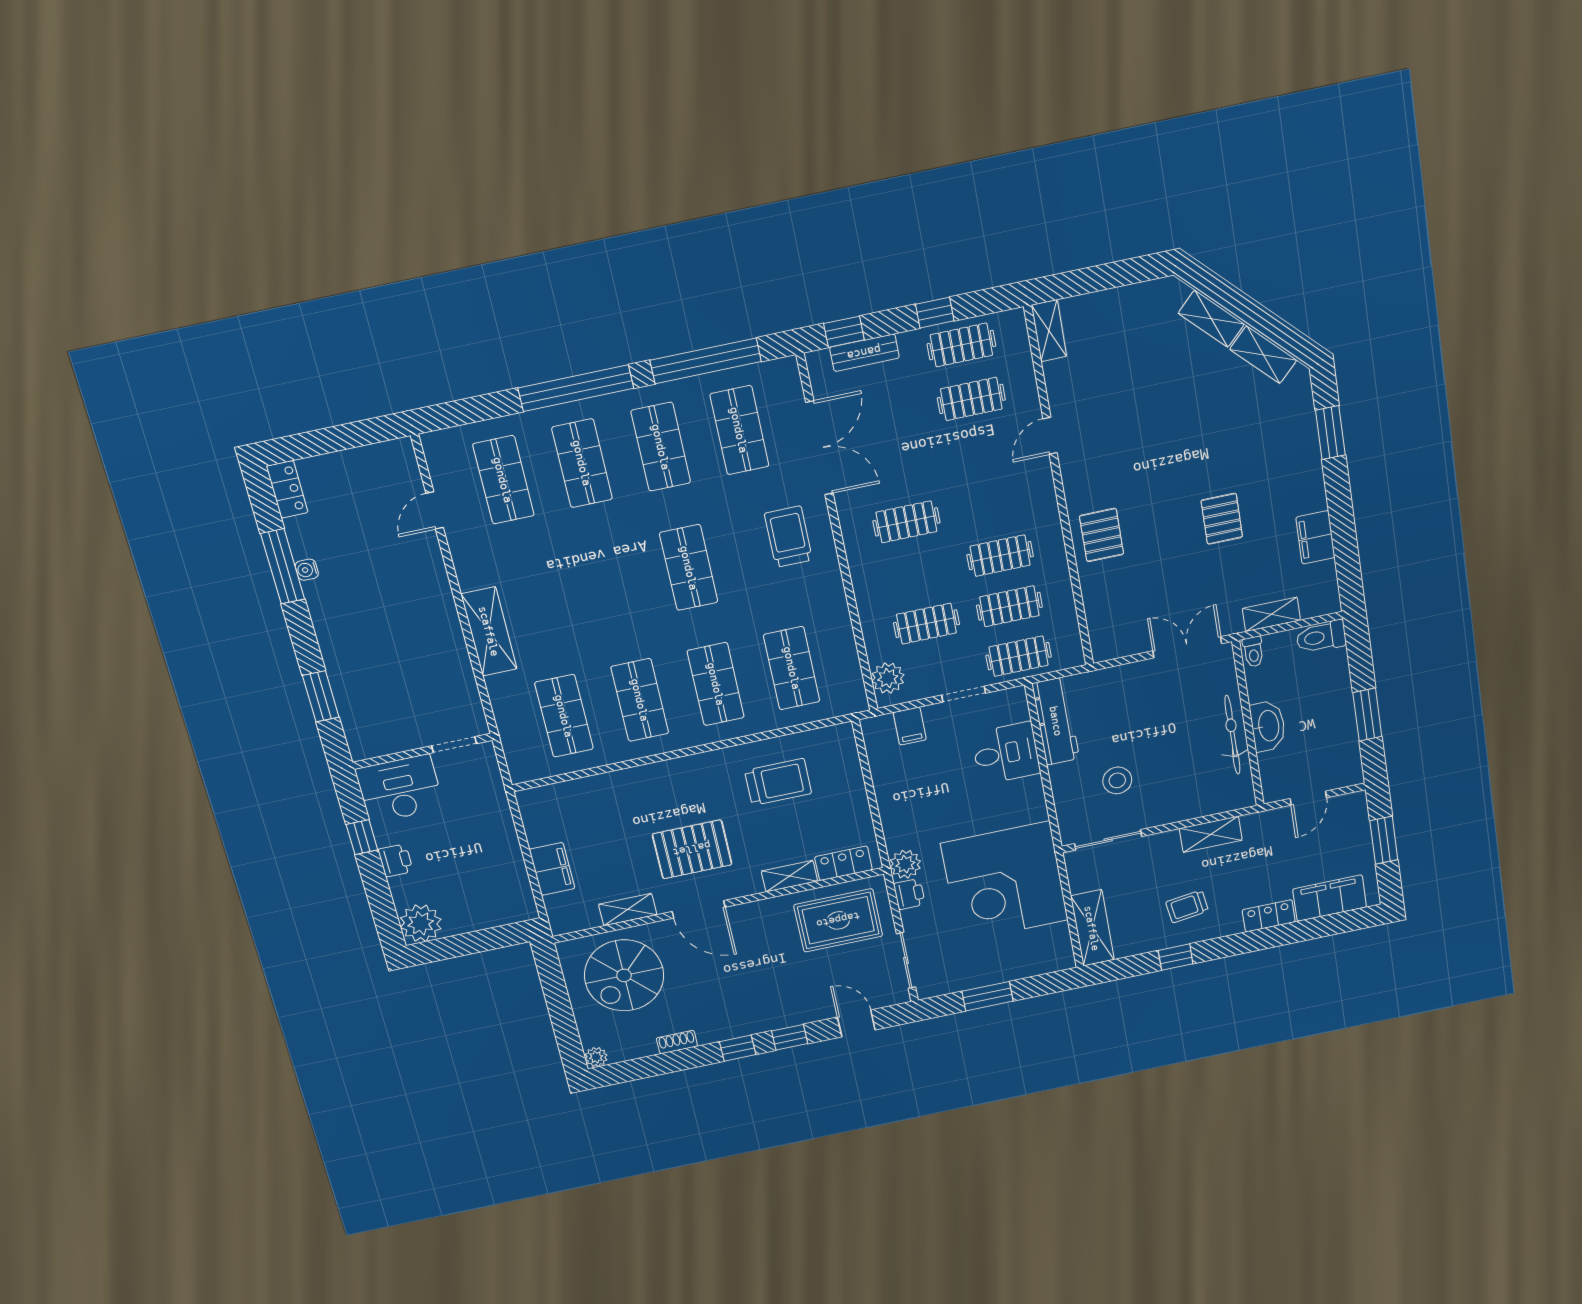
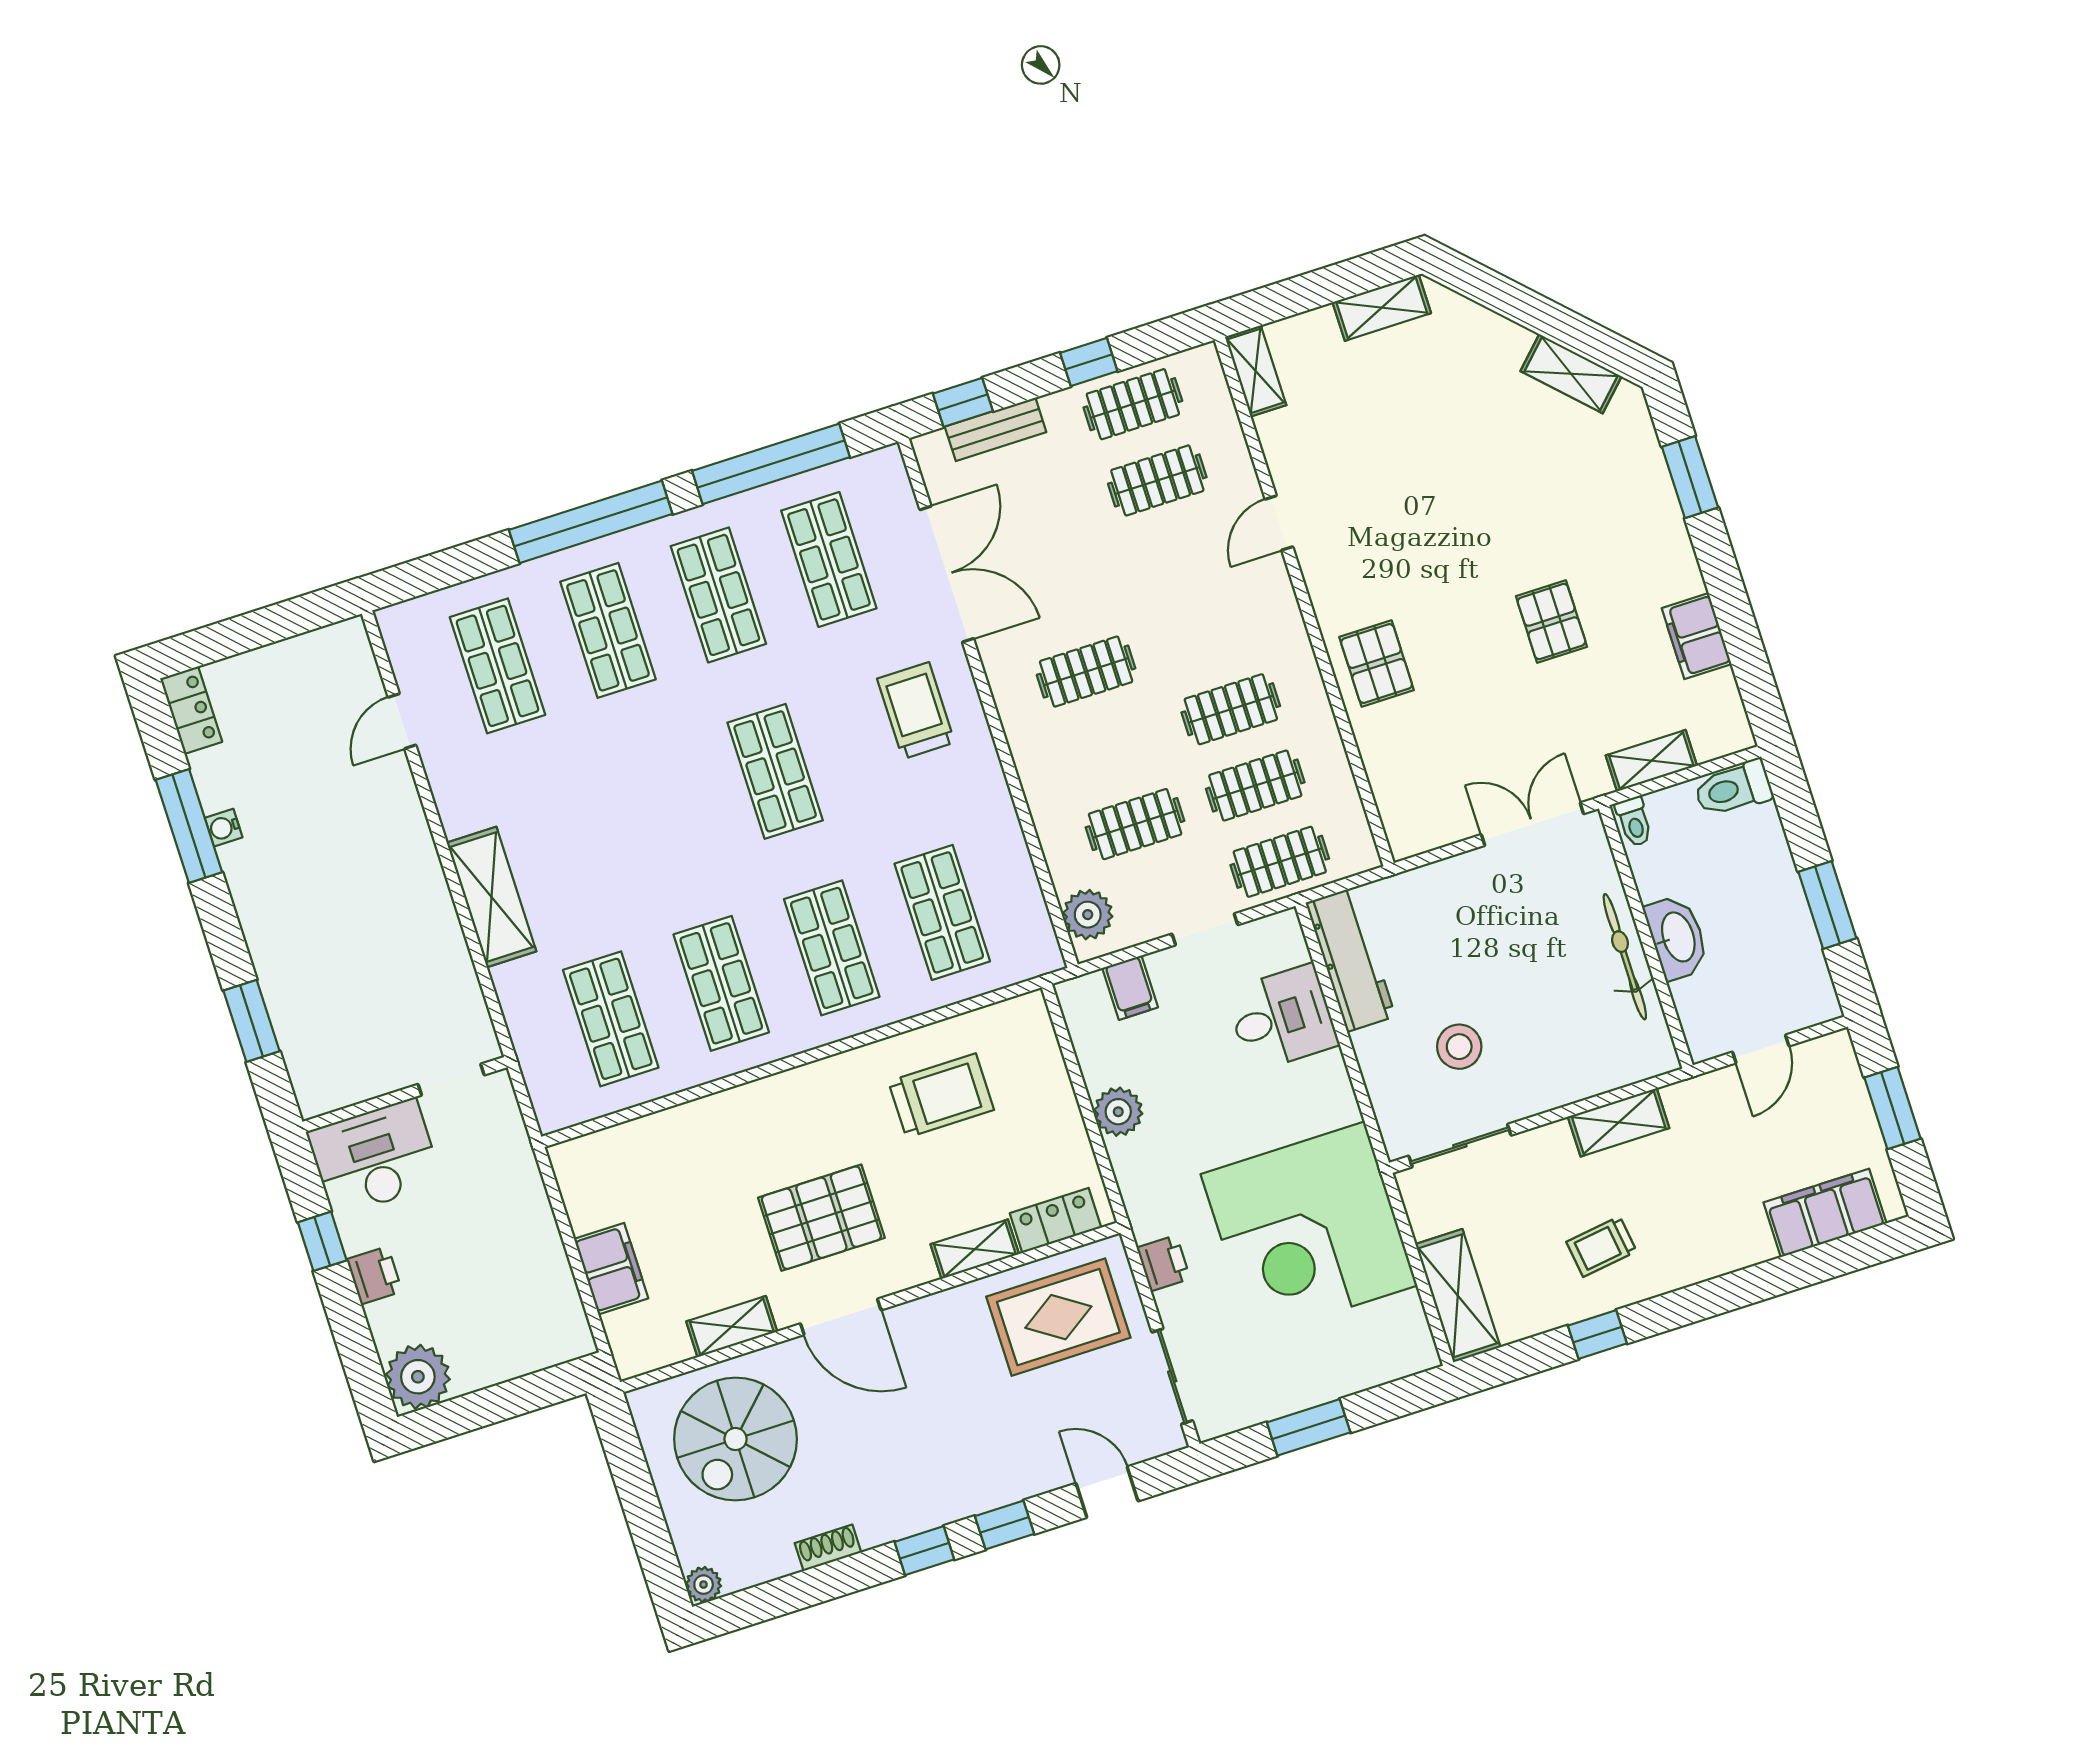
shelving: (1211, 319) -> (1382, 308), moved, turned -45
plant: (905, 864) -> (1118, 1112), moved
locker: (1269, 916) -> (1734, 1251), removed

